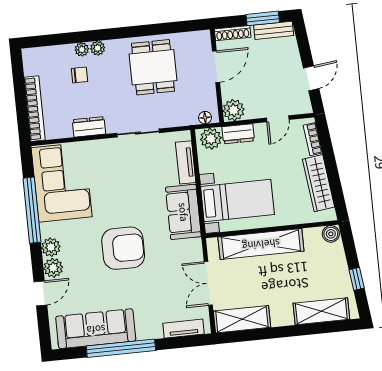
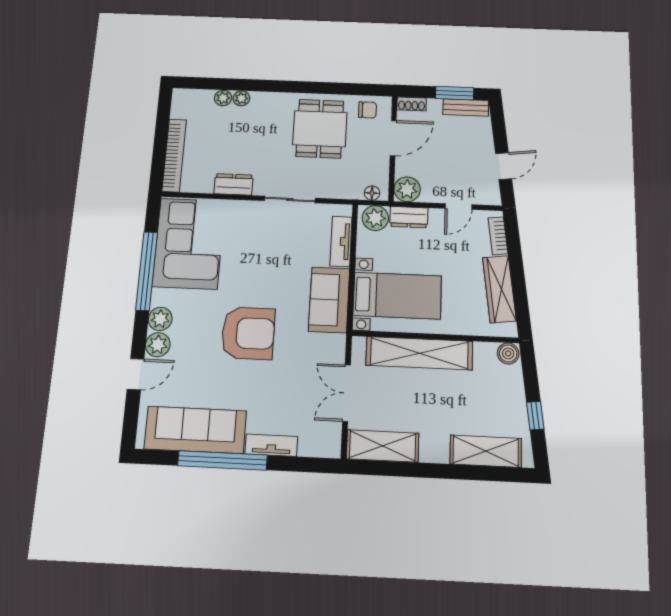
shoe rack: (233, 33) -> (412, 104), width x0.70
plant: (98, 48) -> (223, 98), moved
chair: (80, 75) -> (367, 110), moved
tv unit: (184, 329) -> (271, 445), moved

